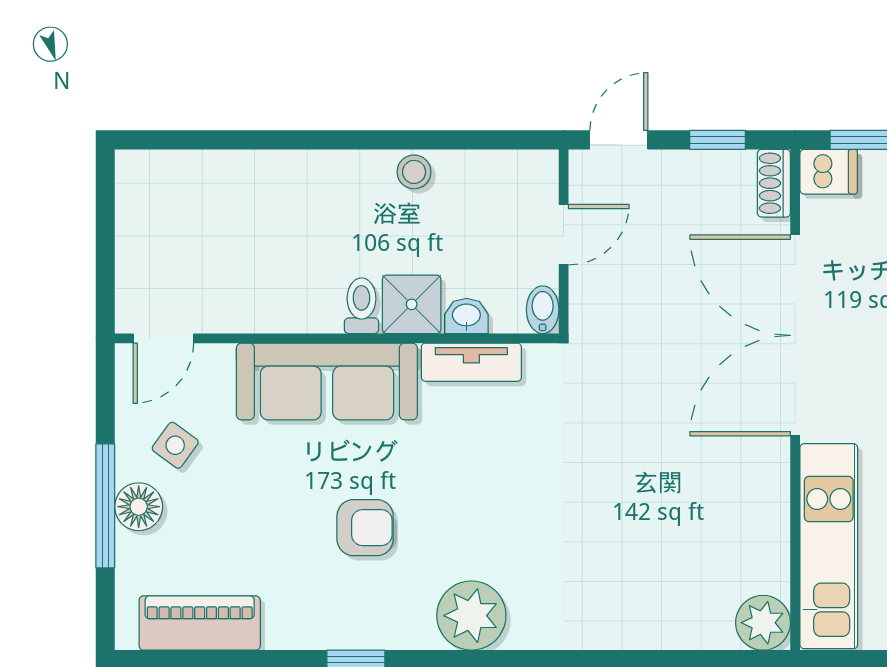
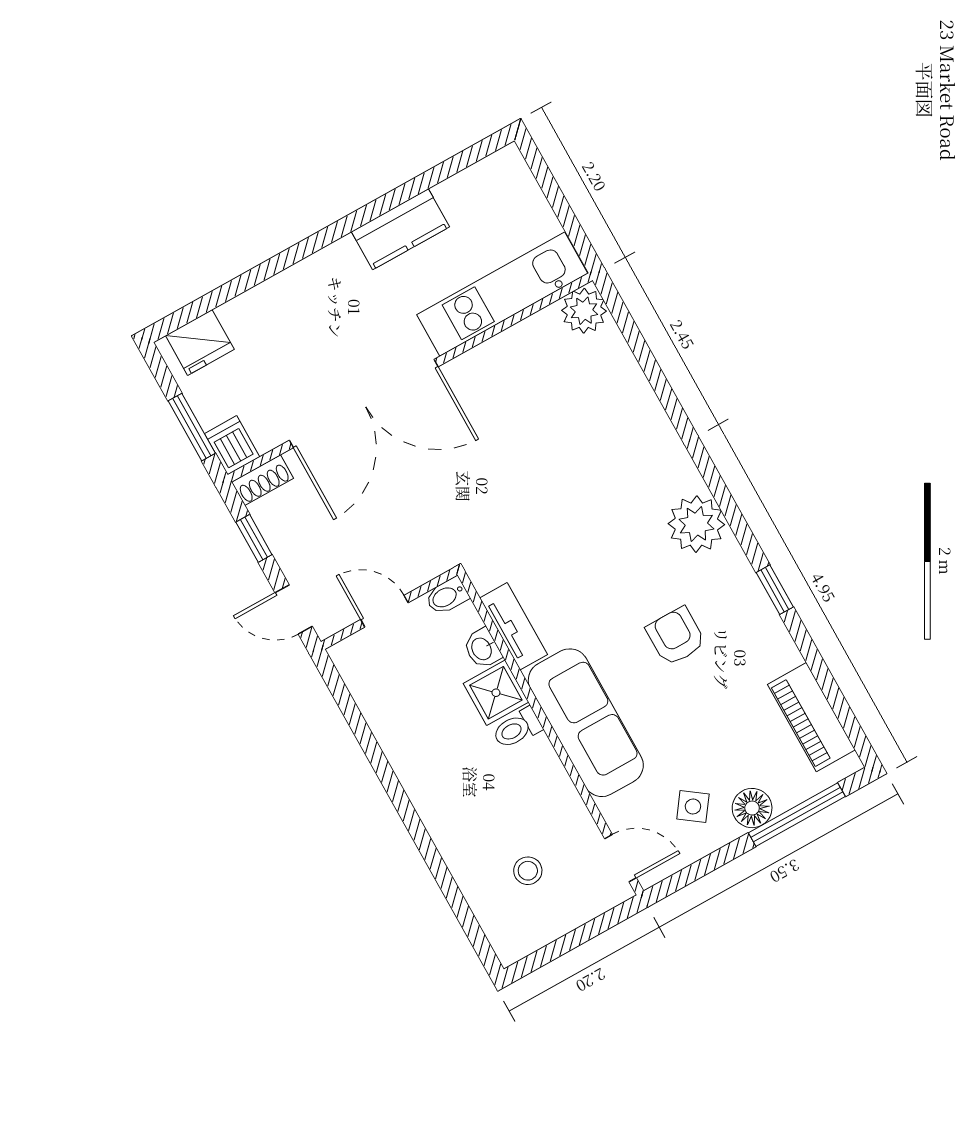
stool: (414, 172) -> (528, 871), moved
window: (105, 506) -> (797, 815), moved

